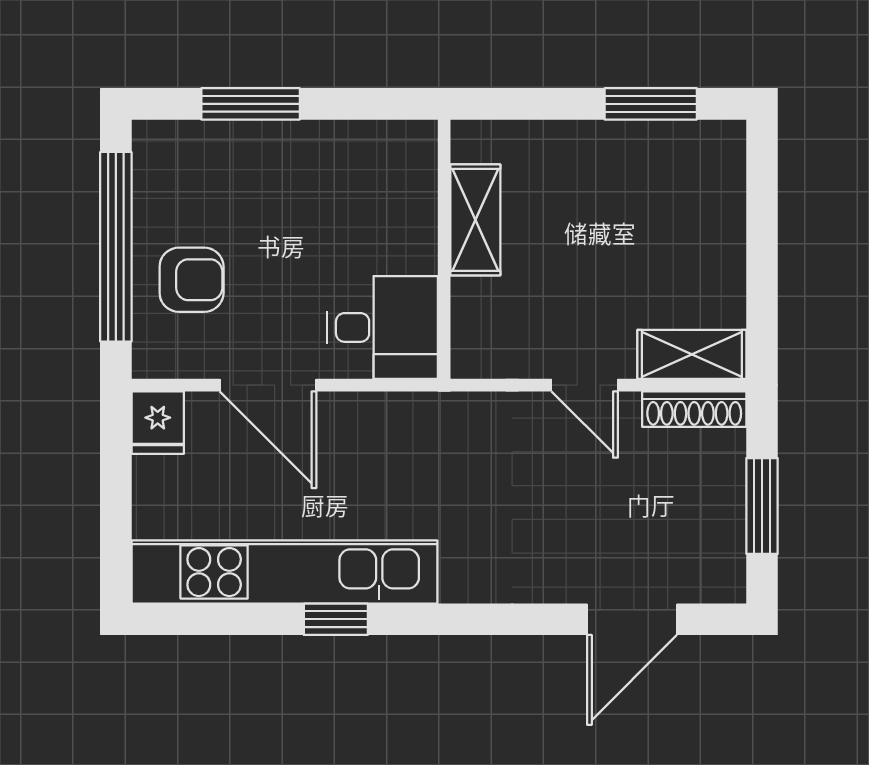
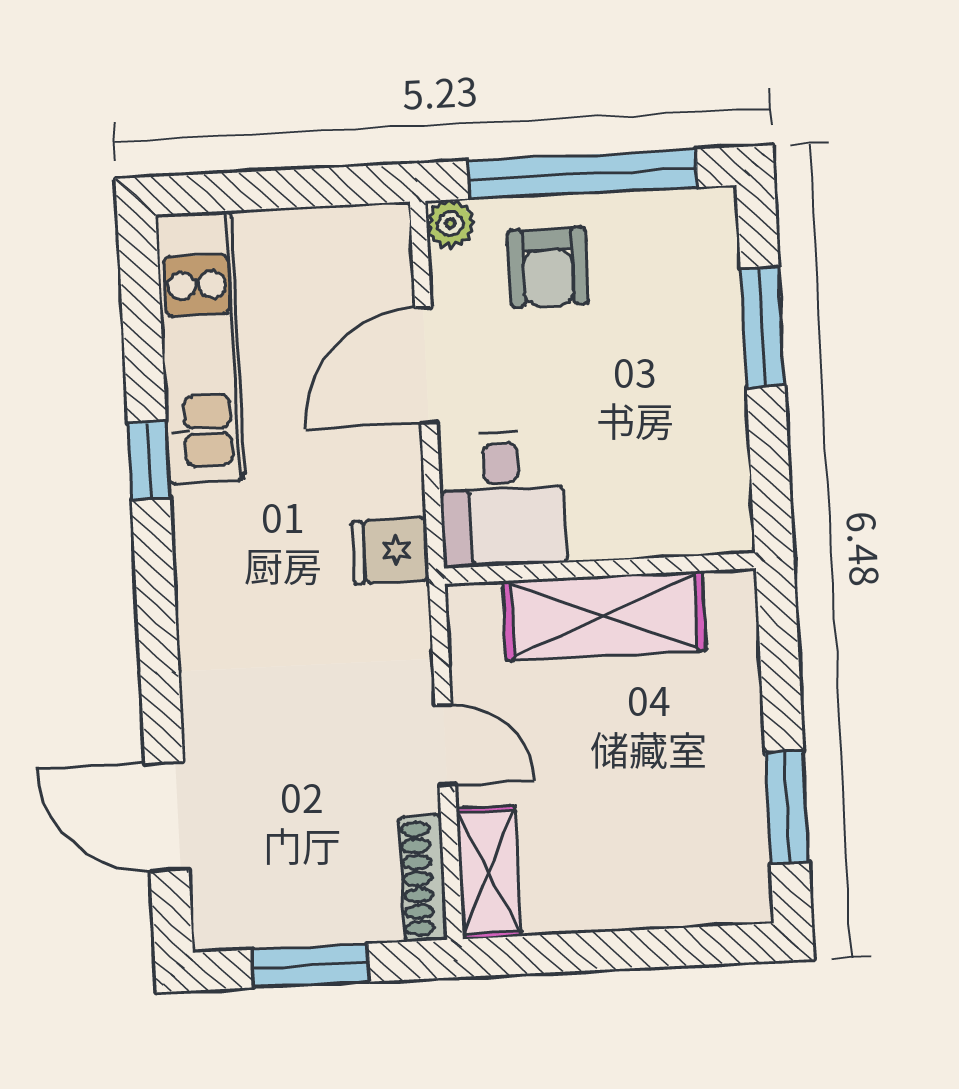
shelving: (475, 220) -> (604, 616), width x1.50, depth x1.33
plant: (151, 359) -> (450, 224), added
door: (585, 385) -> (445, 745), swing flipped
fridge: (158, 423) -> (390, 551), moved
kitchen unit: (284, 572) -> (200, 347), width x0.73

